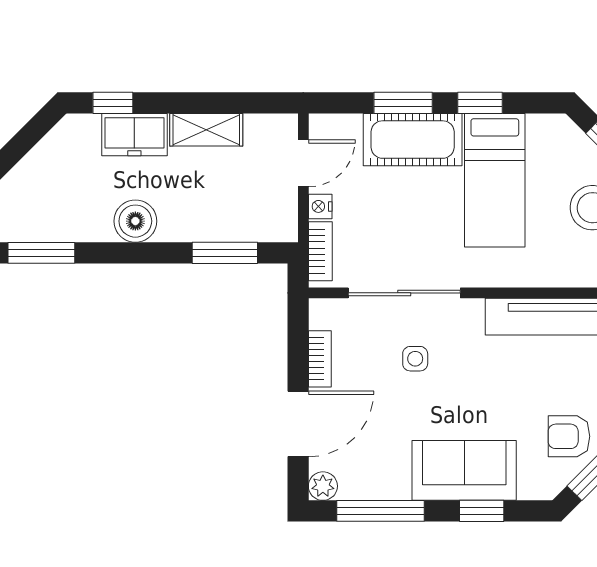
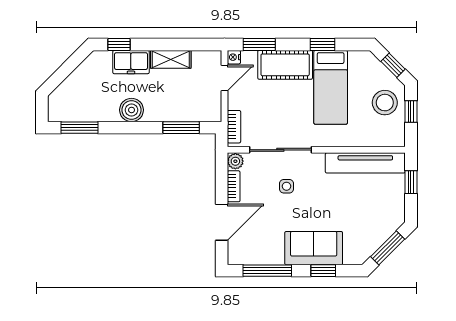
window: (403, 103) -> (259, 44), moved
nightstand: (320, 206) -> (234, 57), moved
armchair: (569, 436) -> (372, 229), removed
plant: (323, 486) -> (235, 161), moved

